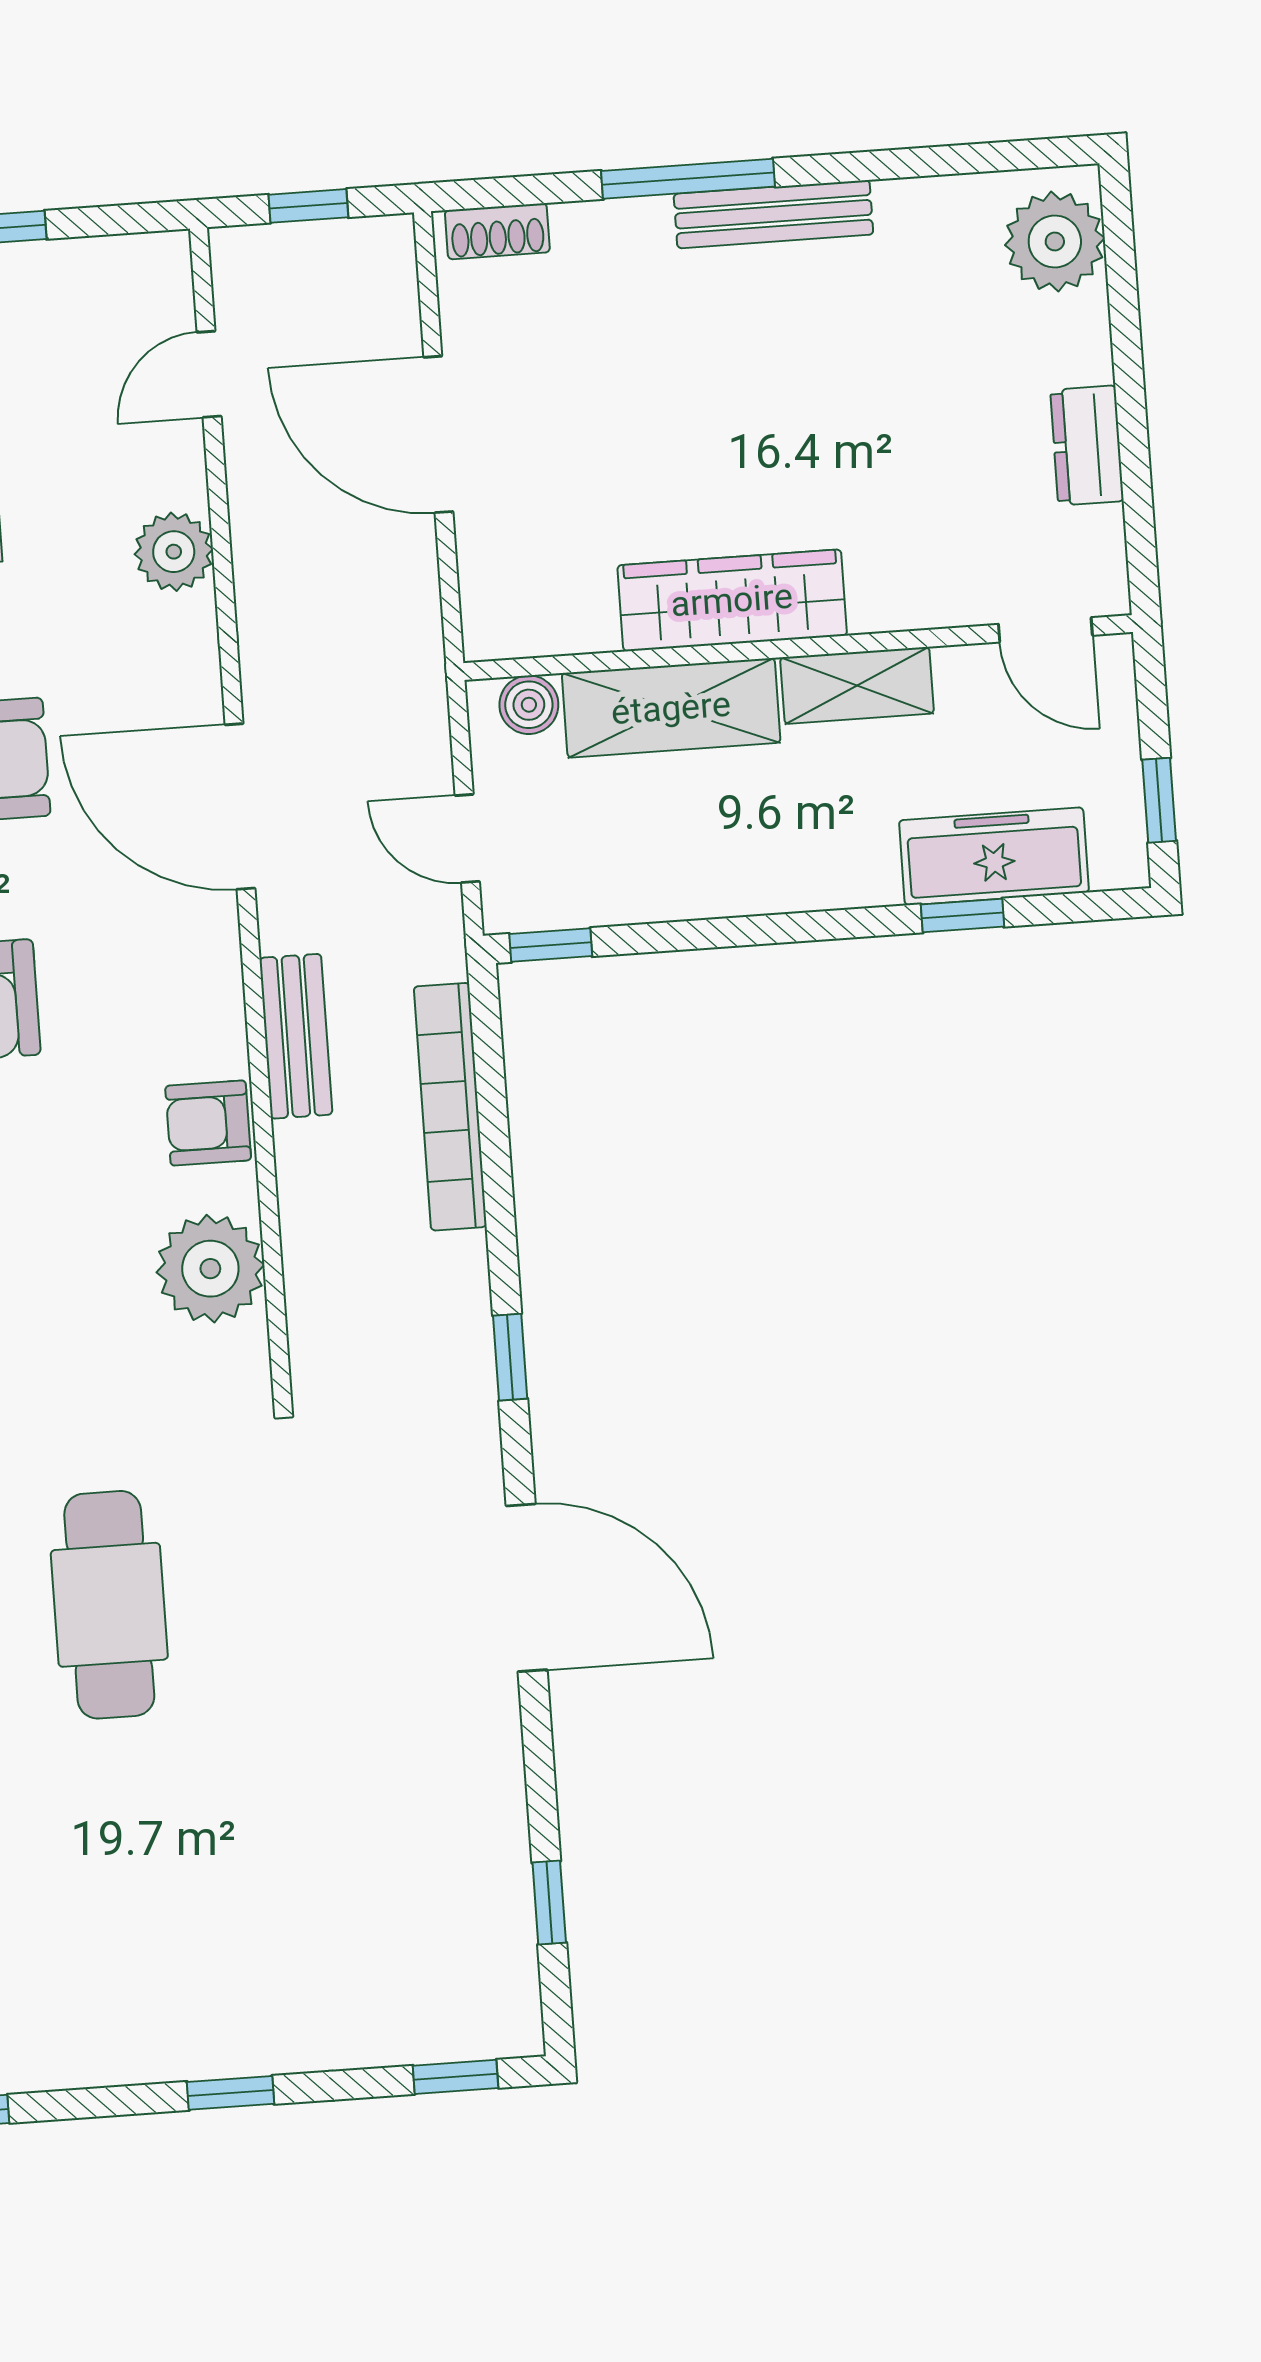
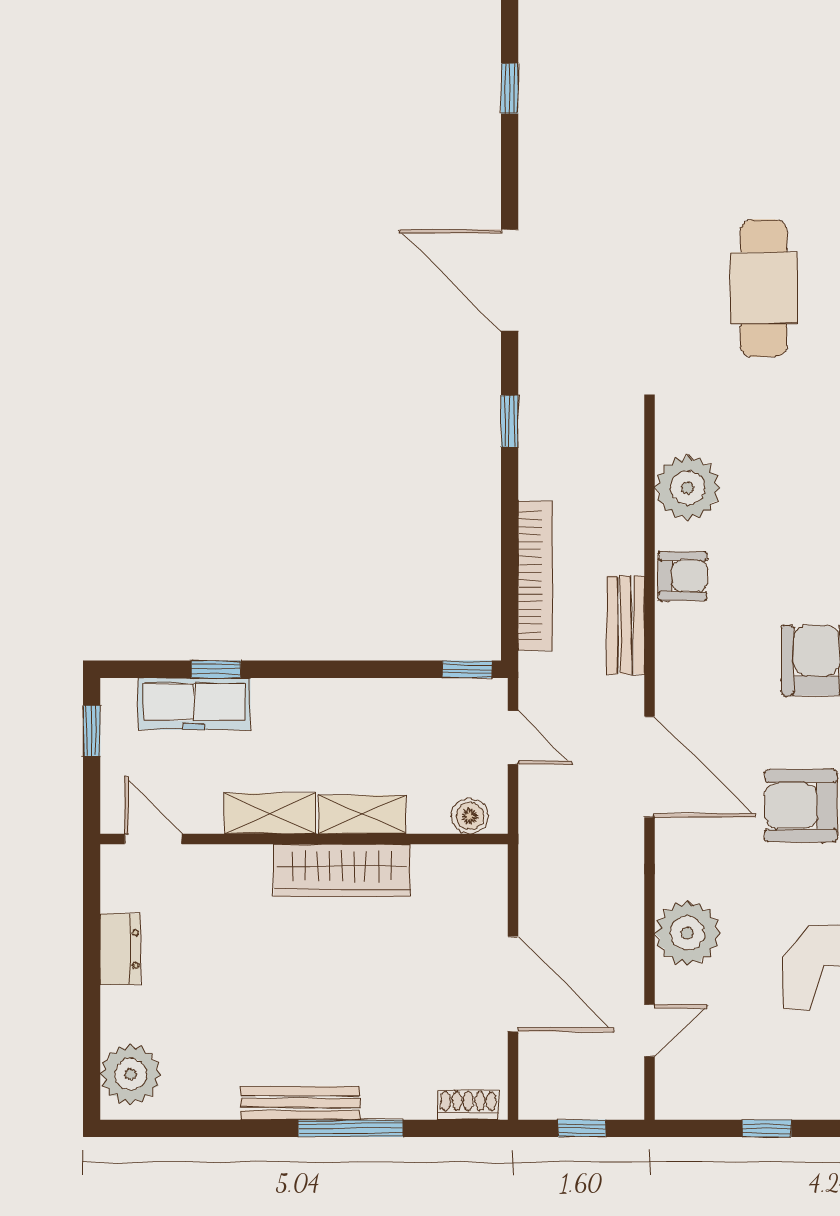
plant: (174, 552) -> (687, 933), width x1.36, depth x1.36
shelving: (671, 708) -> (362, 814), width x0.67, depth x0.75

